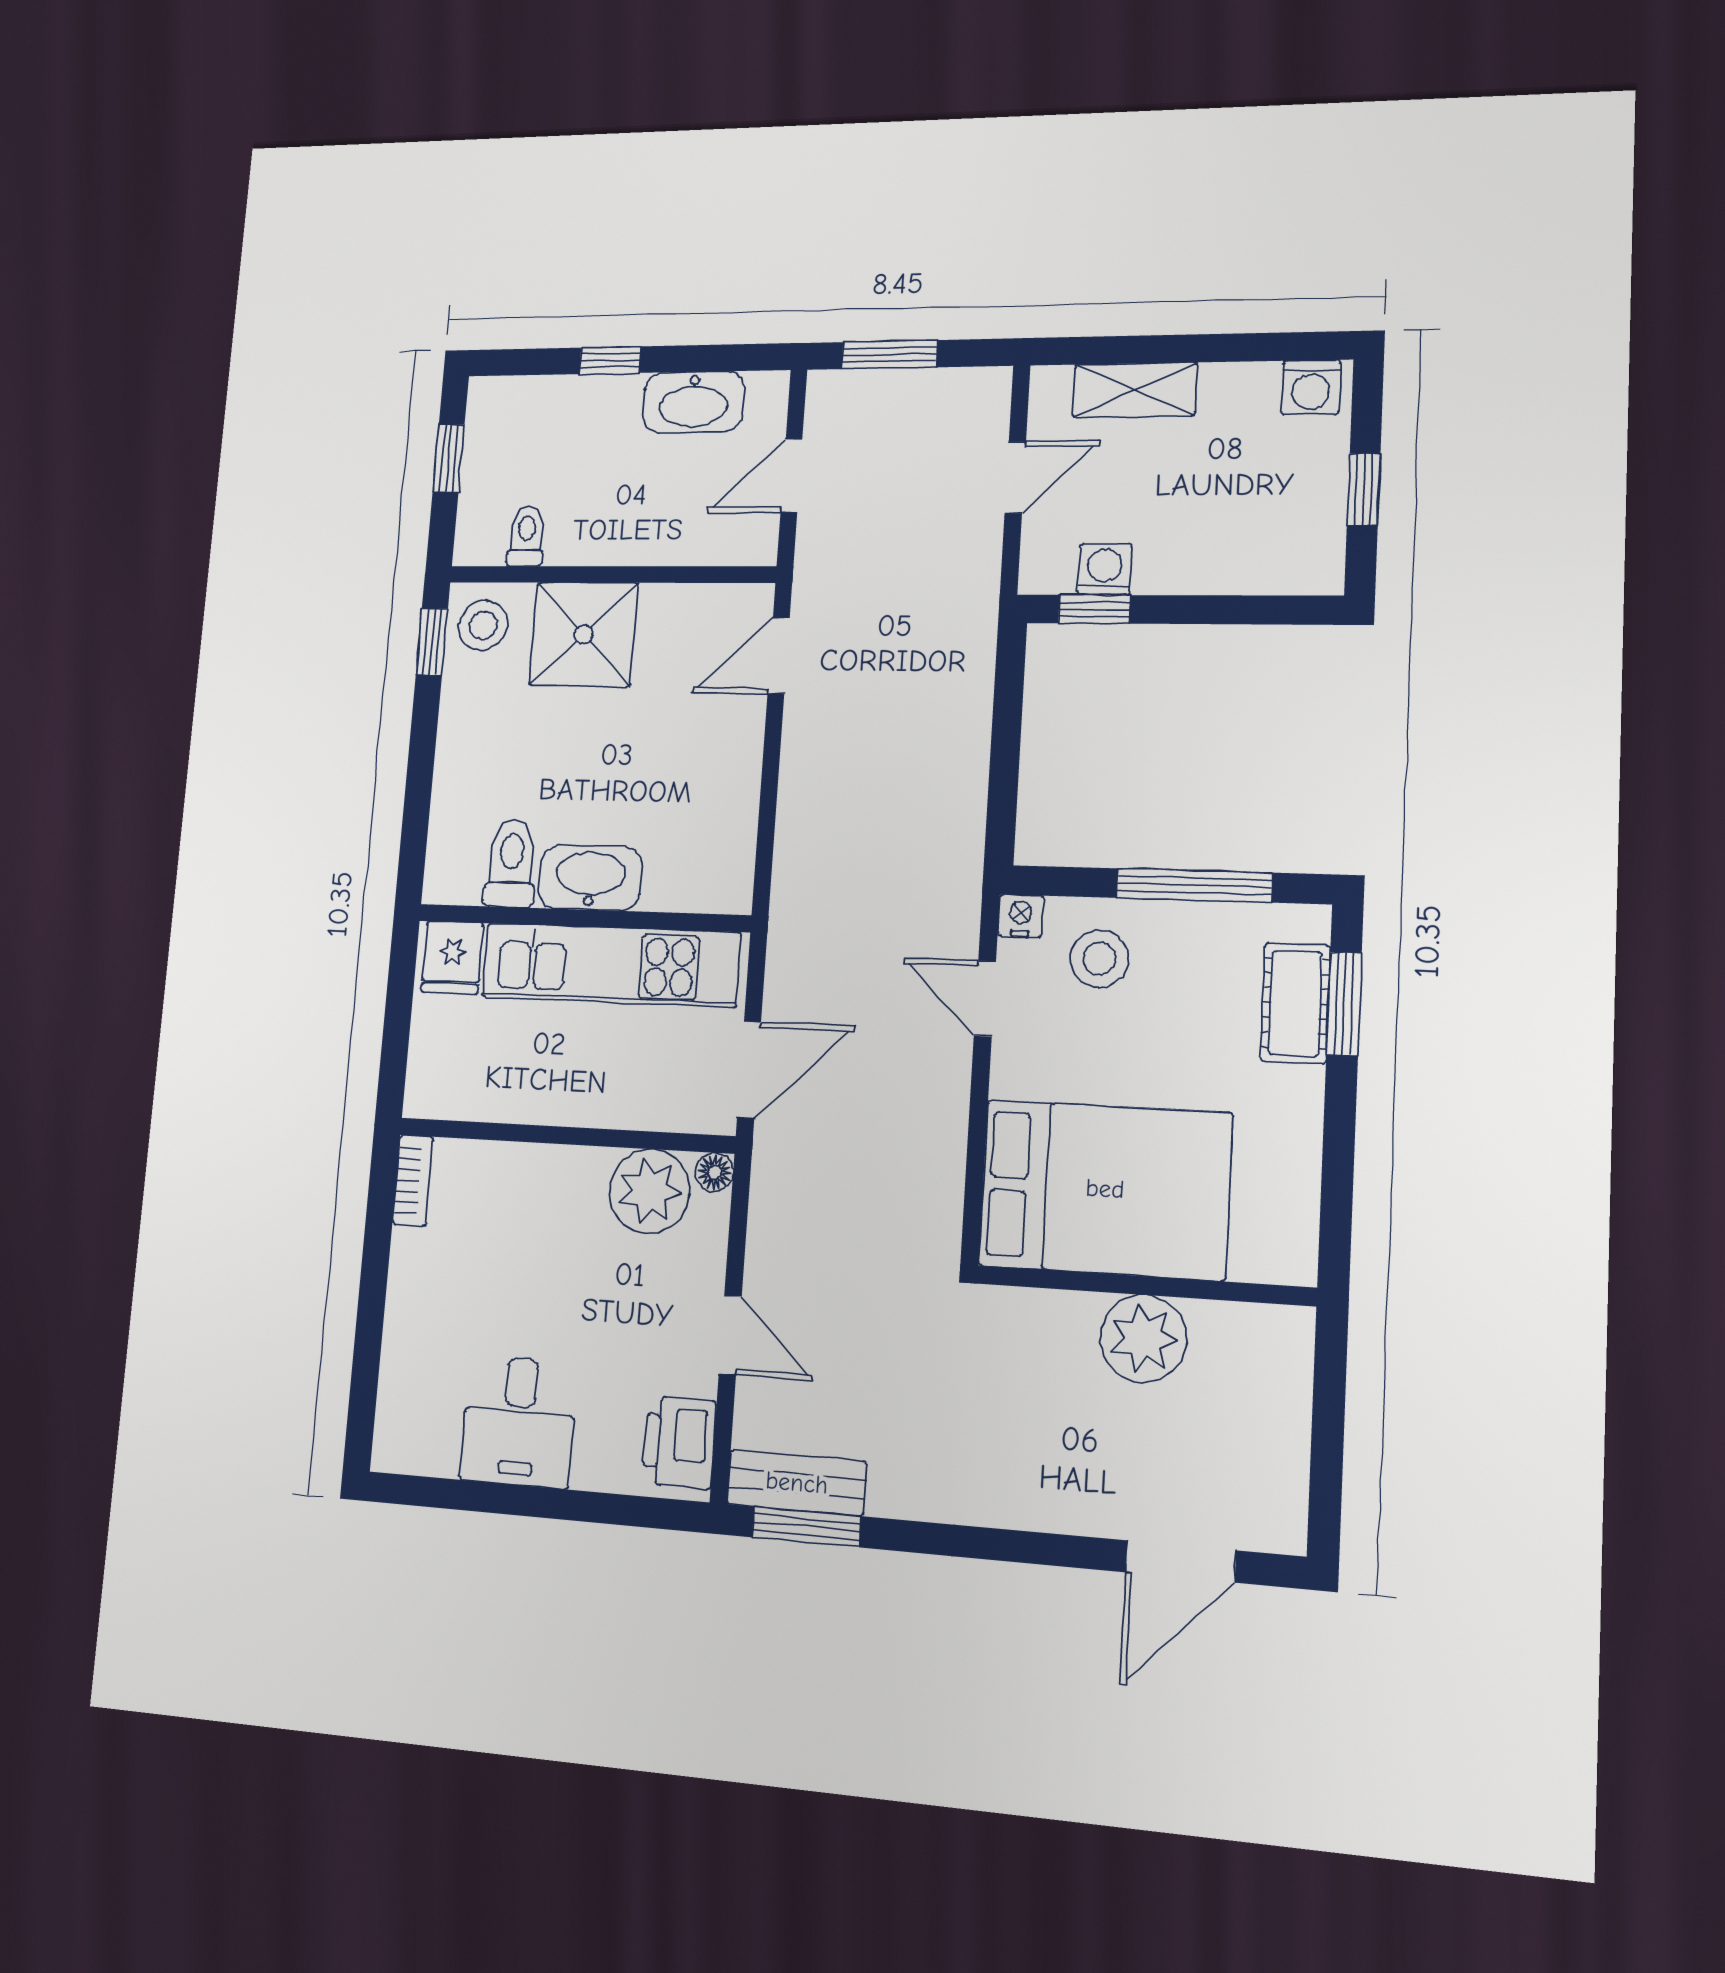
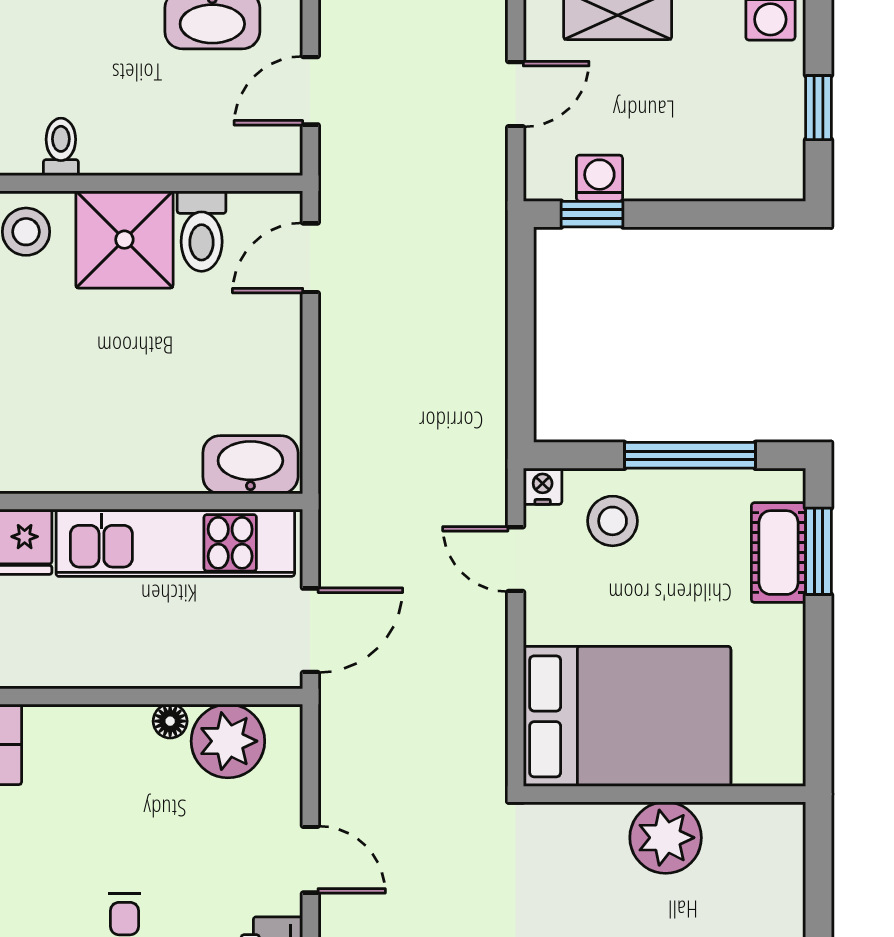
toilet: (512, 863) -> (202, 231), moved, turned 180
washbasin: (590, 878) -> (250, 465), moved
floor lamp: (714, 1172) -> (170, 721), moved

